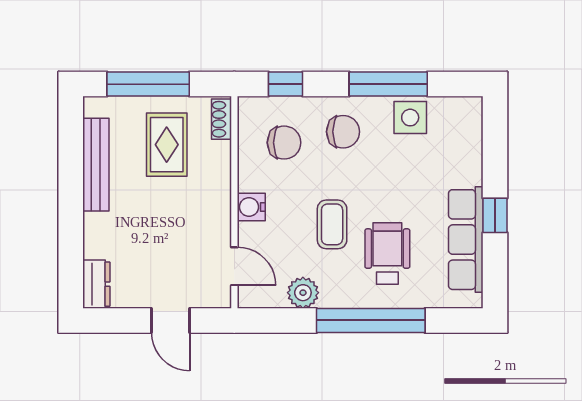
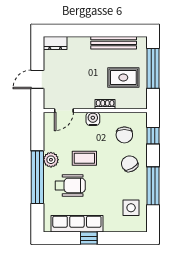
side table: (410, 118) -> (131, 208), moved
shoe rack: (221, 119) -> (105, 104), moved
chair: (343, 132) -> (130, 164), turned 150
plant: (303, 293) -> (51, 160), moved

